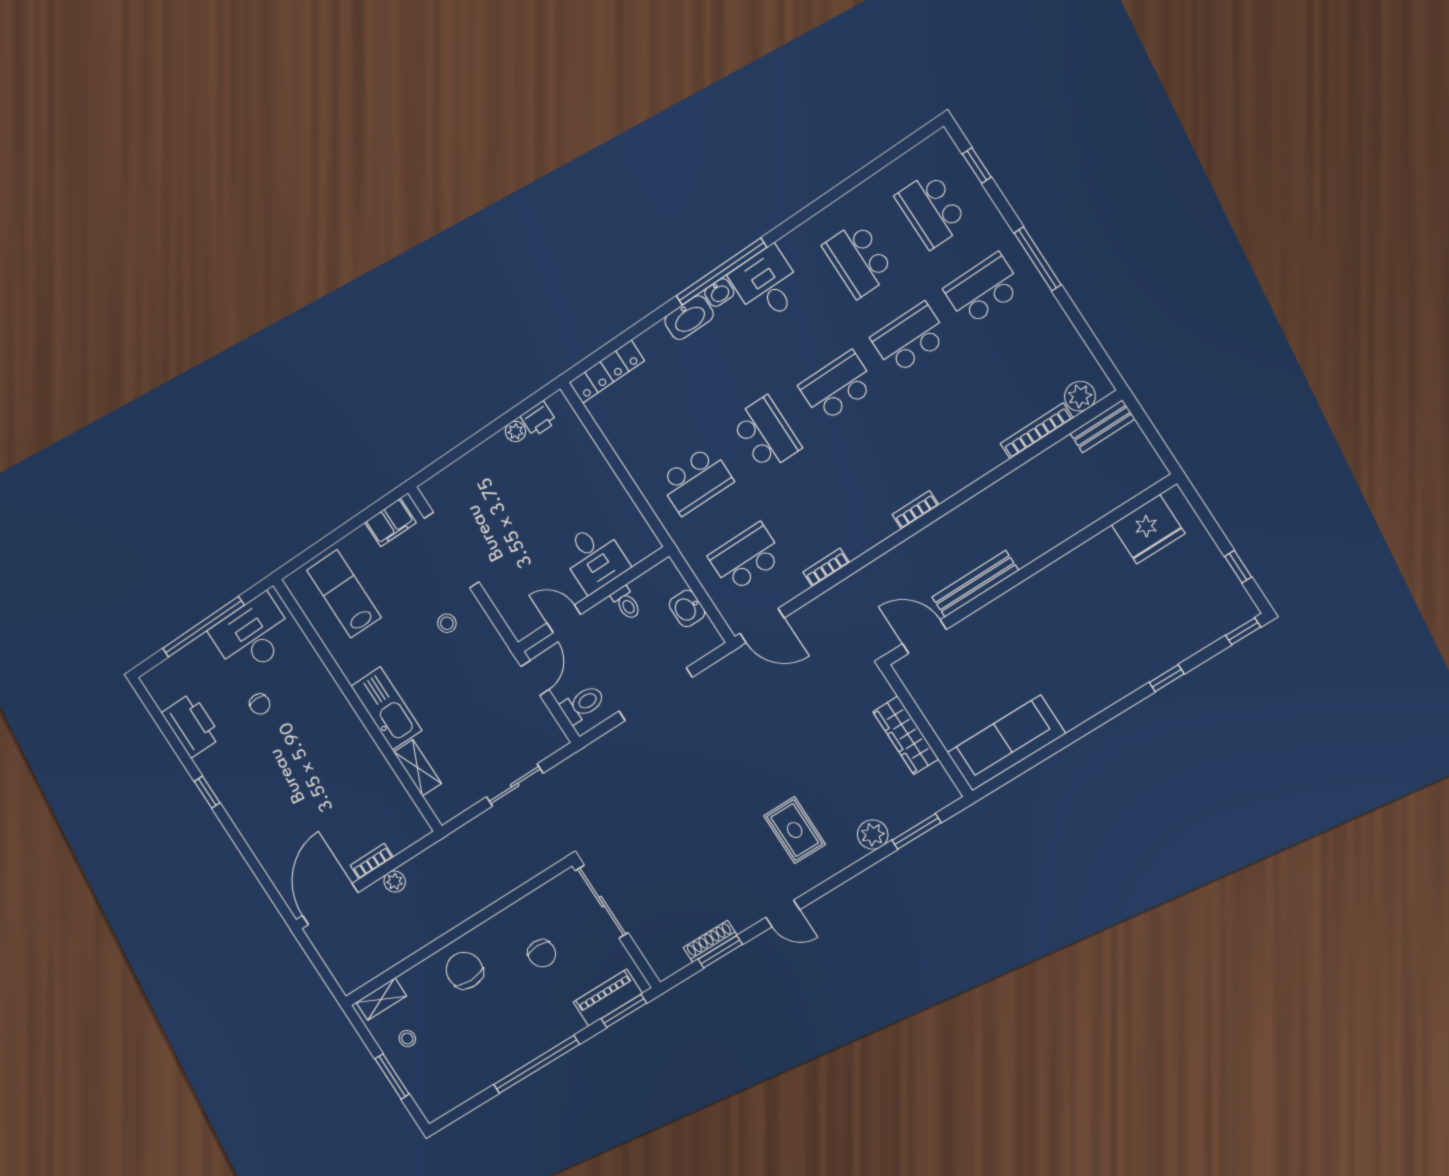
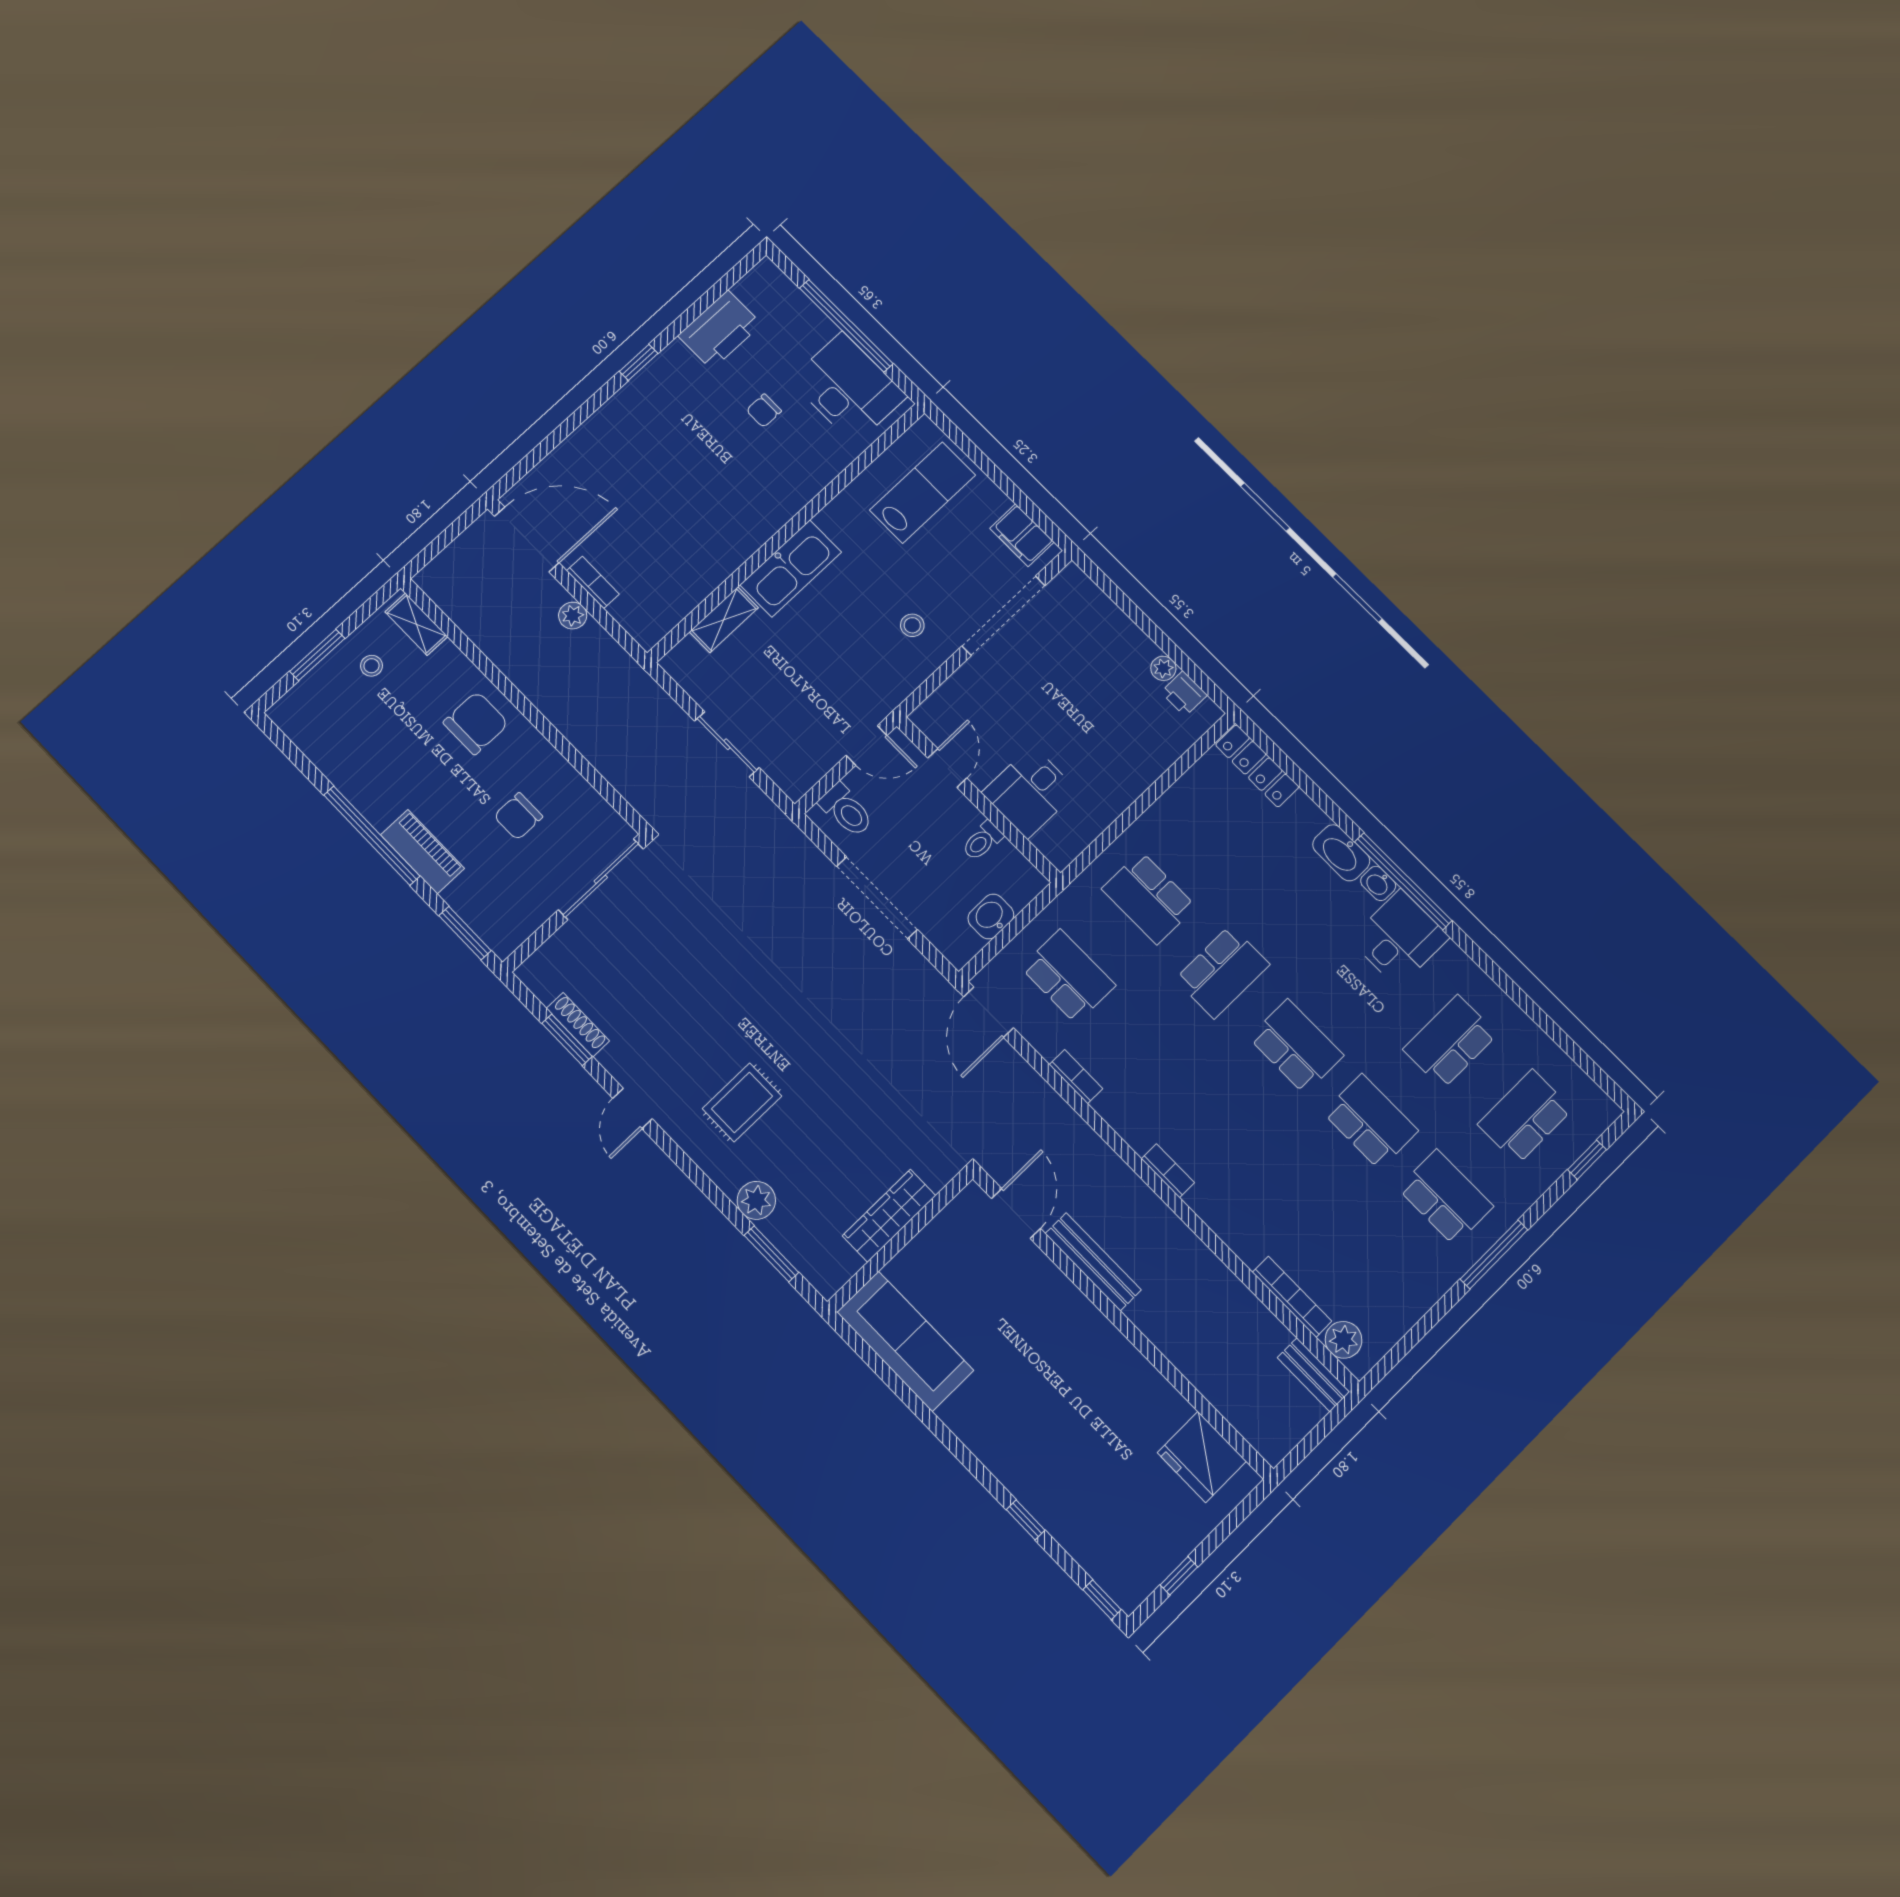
piano: (608, 998) -> (422, 852), moved

